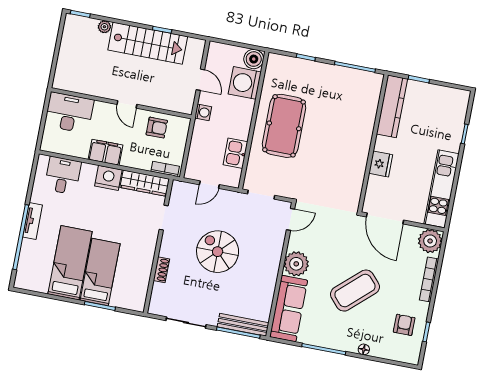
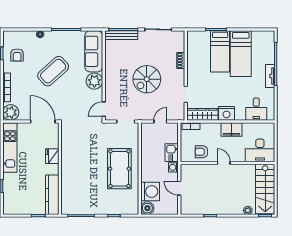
stairs: (148, 43) -> (265, 189), moved, turned -90
kitchen sink: (235, 153) -> (172, 153), moved, turned 180
spiral stairs: (218, 252) -> (147, 79), turned 90

